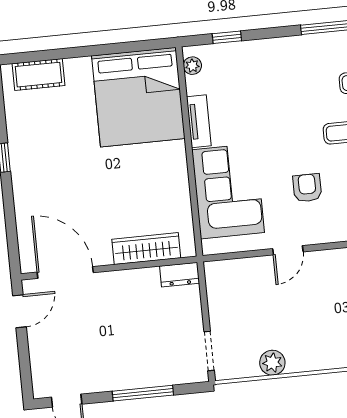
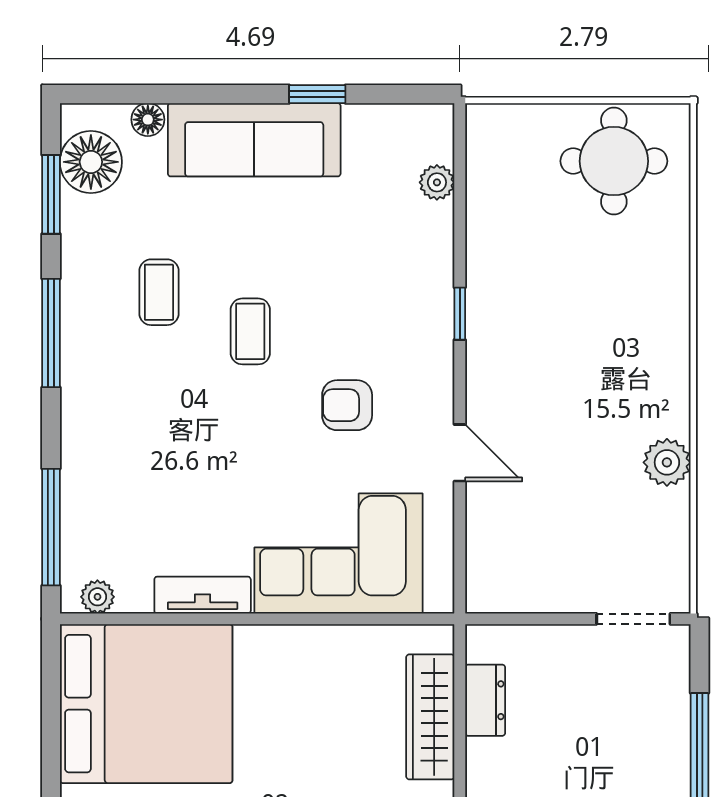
window: (227, 37) -> (51, 527), width x2.17
dresser: (180, 275) -> (485, 700), moved
plant: (272, 363) -> (667, 462), moved

